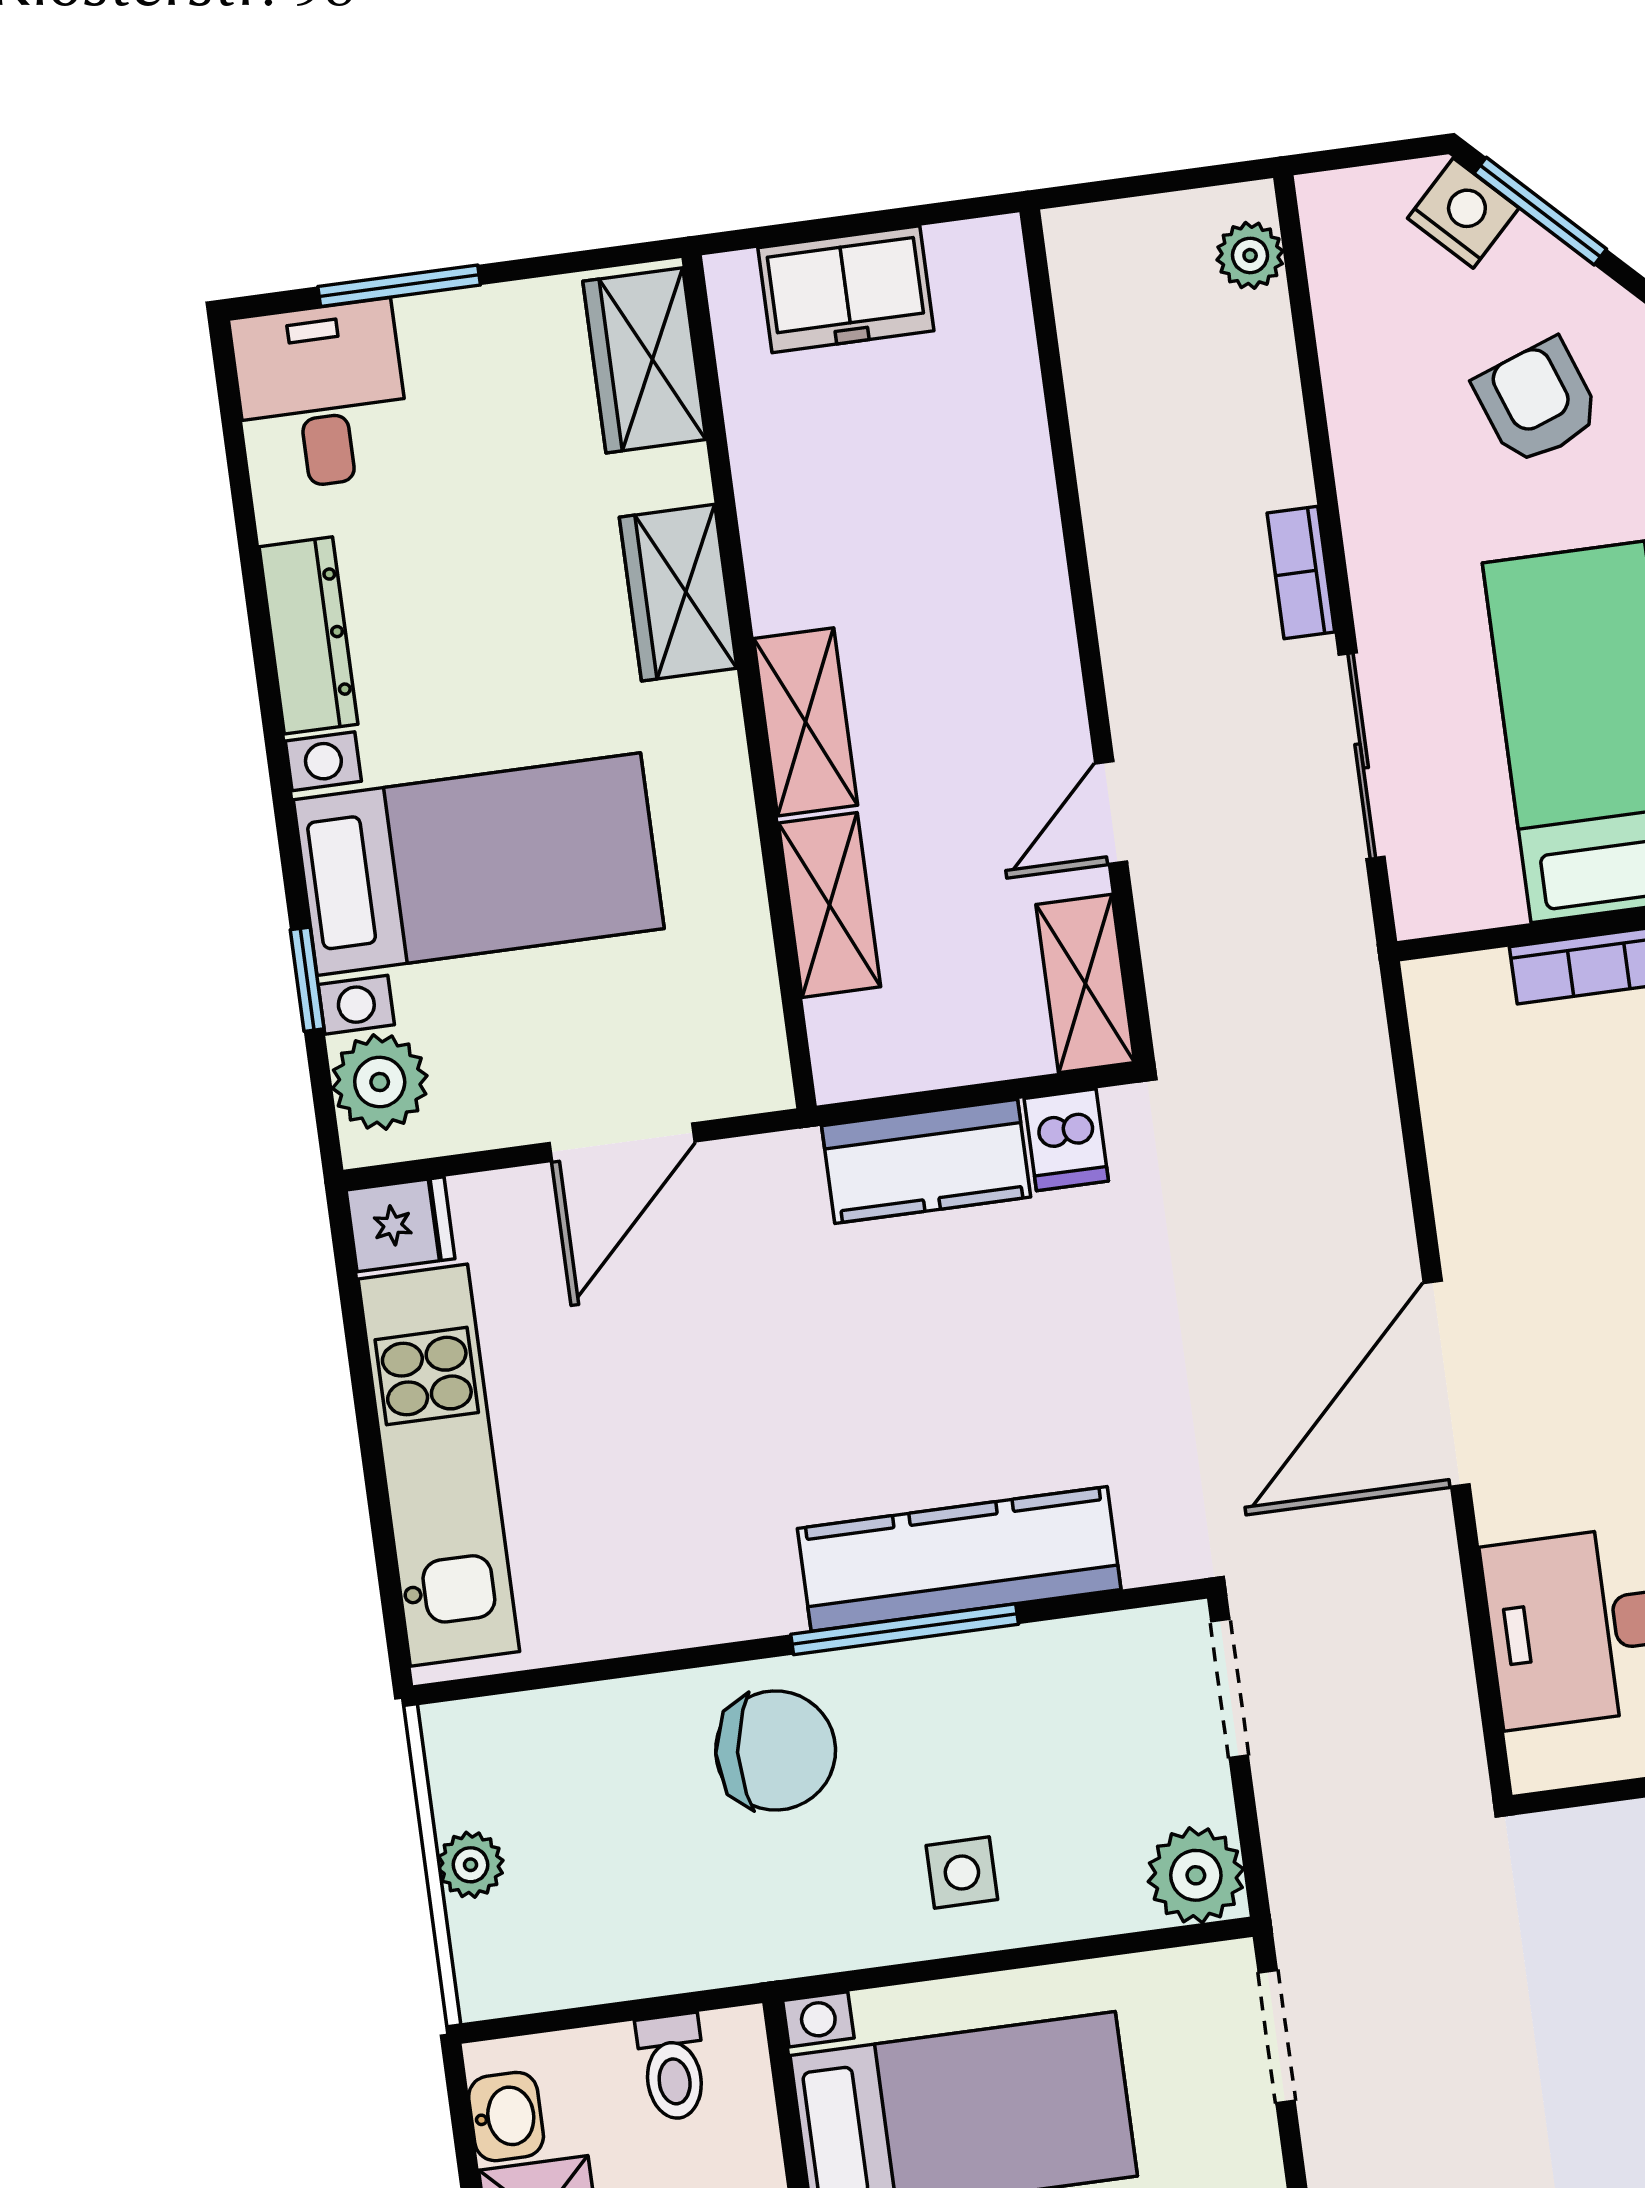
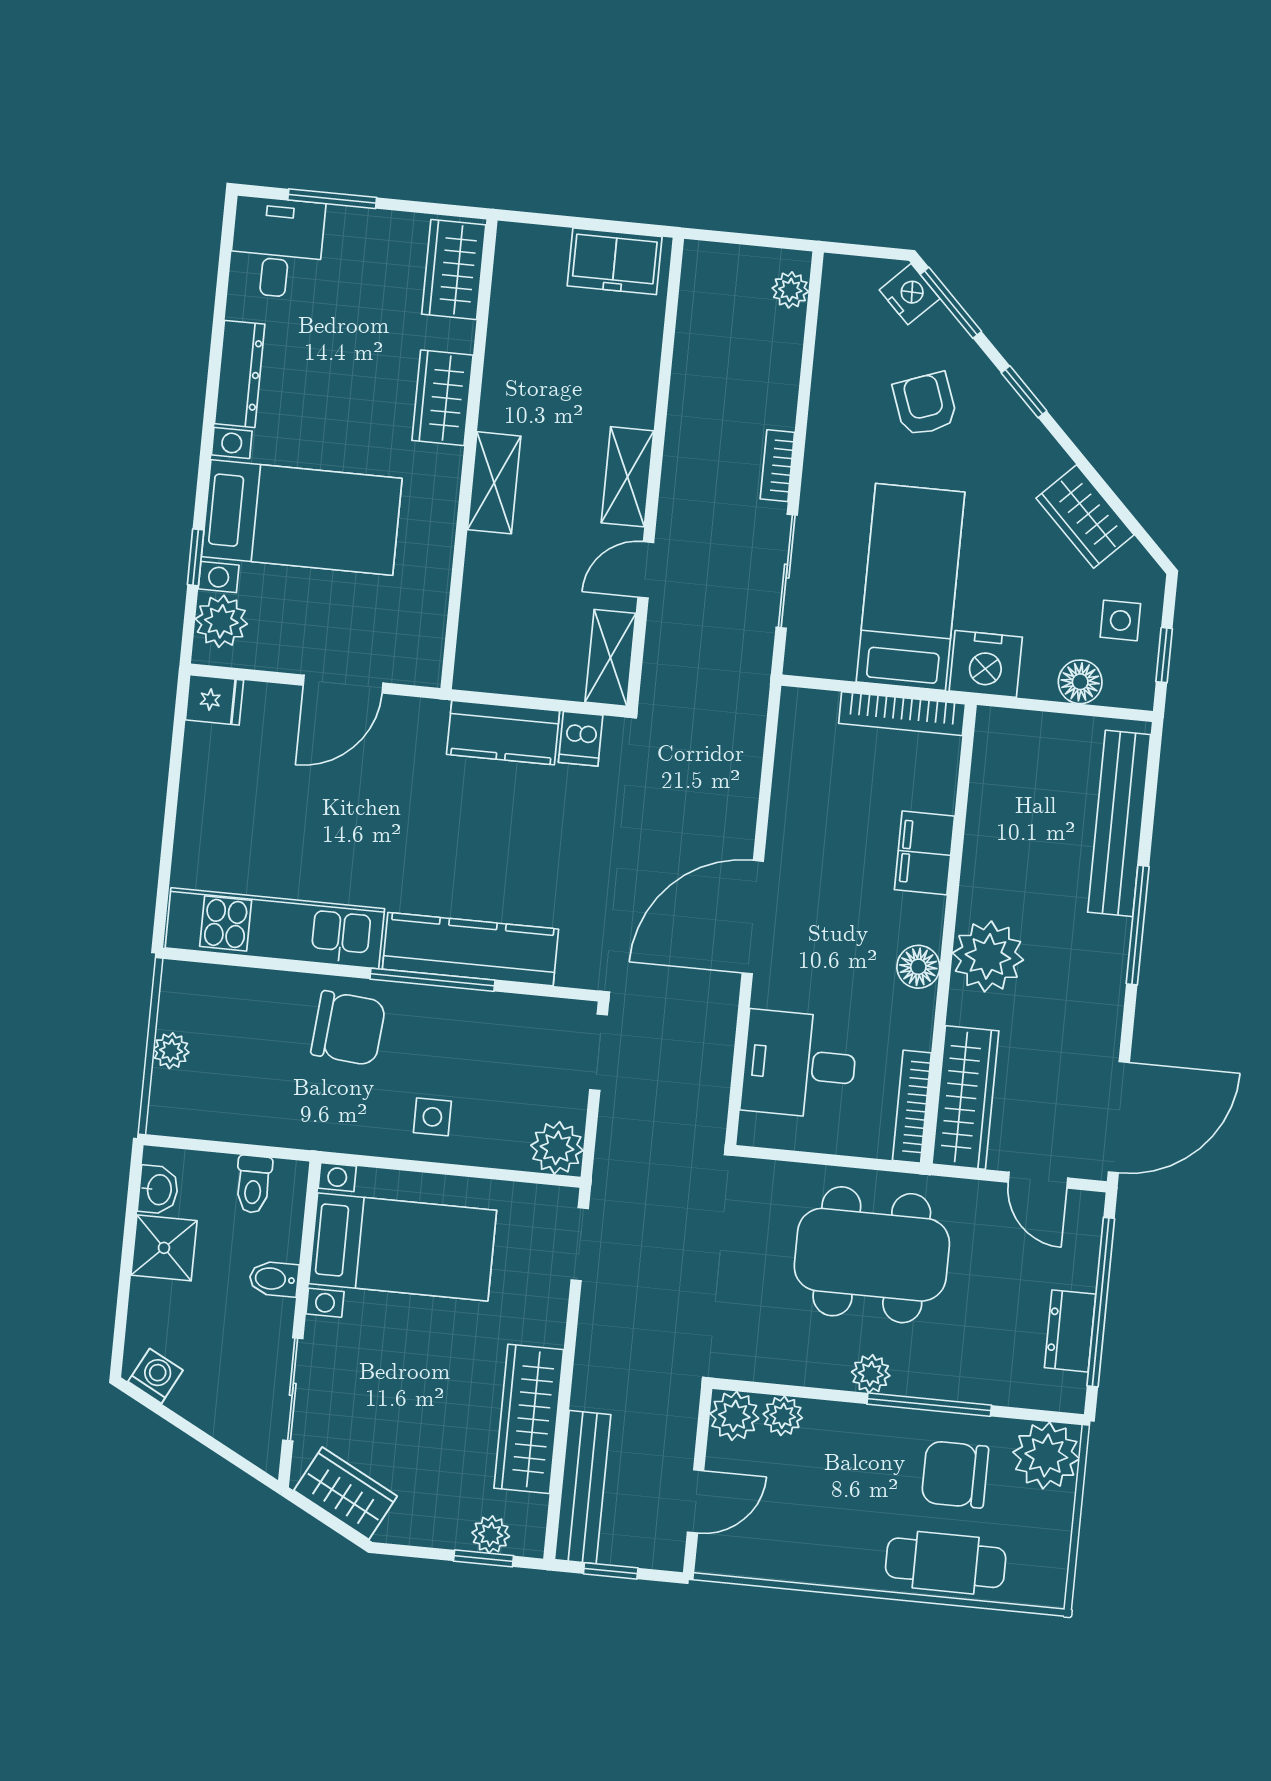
freezer: (846, 289) -> (615, 261), moved
shelving: (830, 905) -> (627, 477), moved
kitchen unit: (439, 1465) -> (275, 928), moved, turned -90

